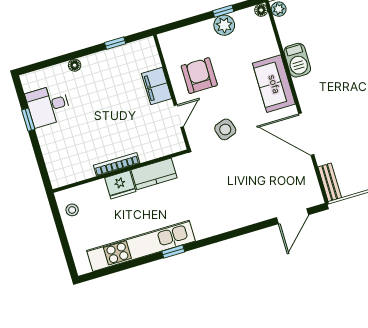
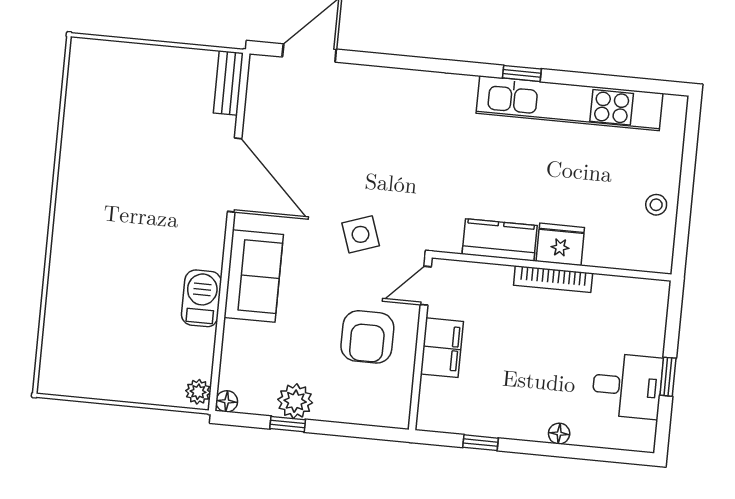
bookcase: (117, 164) -> (553, 279), moved
wall: (120, 171) -> (552, 266), moved
kitchen counter: (154, 174) -> (500, 240), moved
fridge: (120, 185) -> (560, 244), moved

